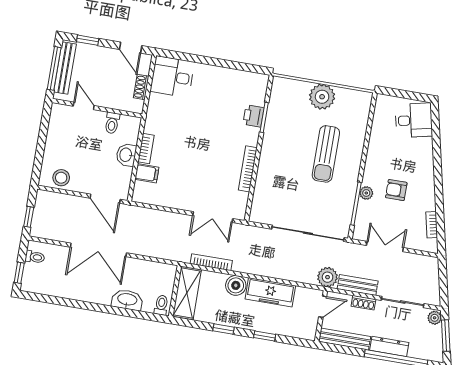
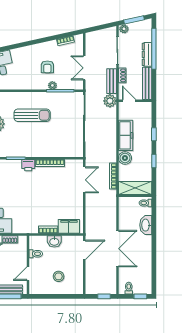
printer: (253, 116) -> (28, 165), moved
filing cabinet: (147, 173) -> (69, 226), width x2.00
stool: (61, 178) -> (59, 276), moved

